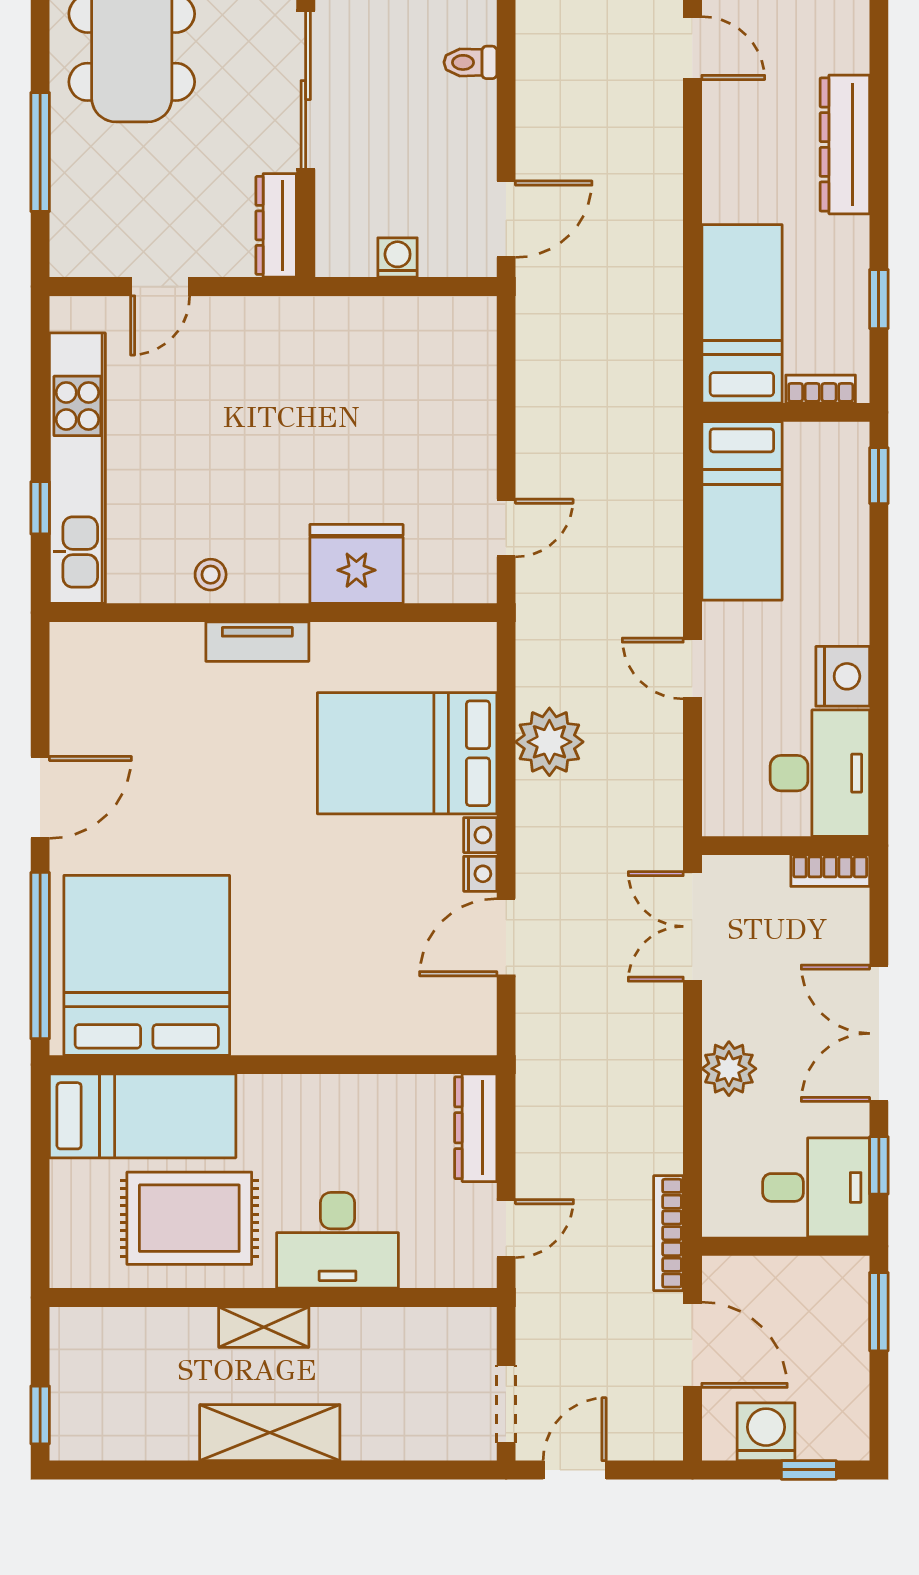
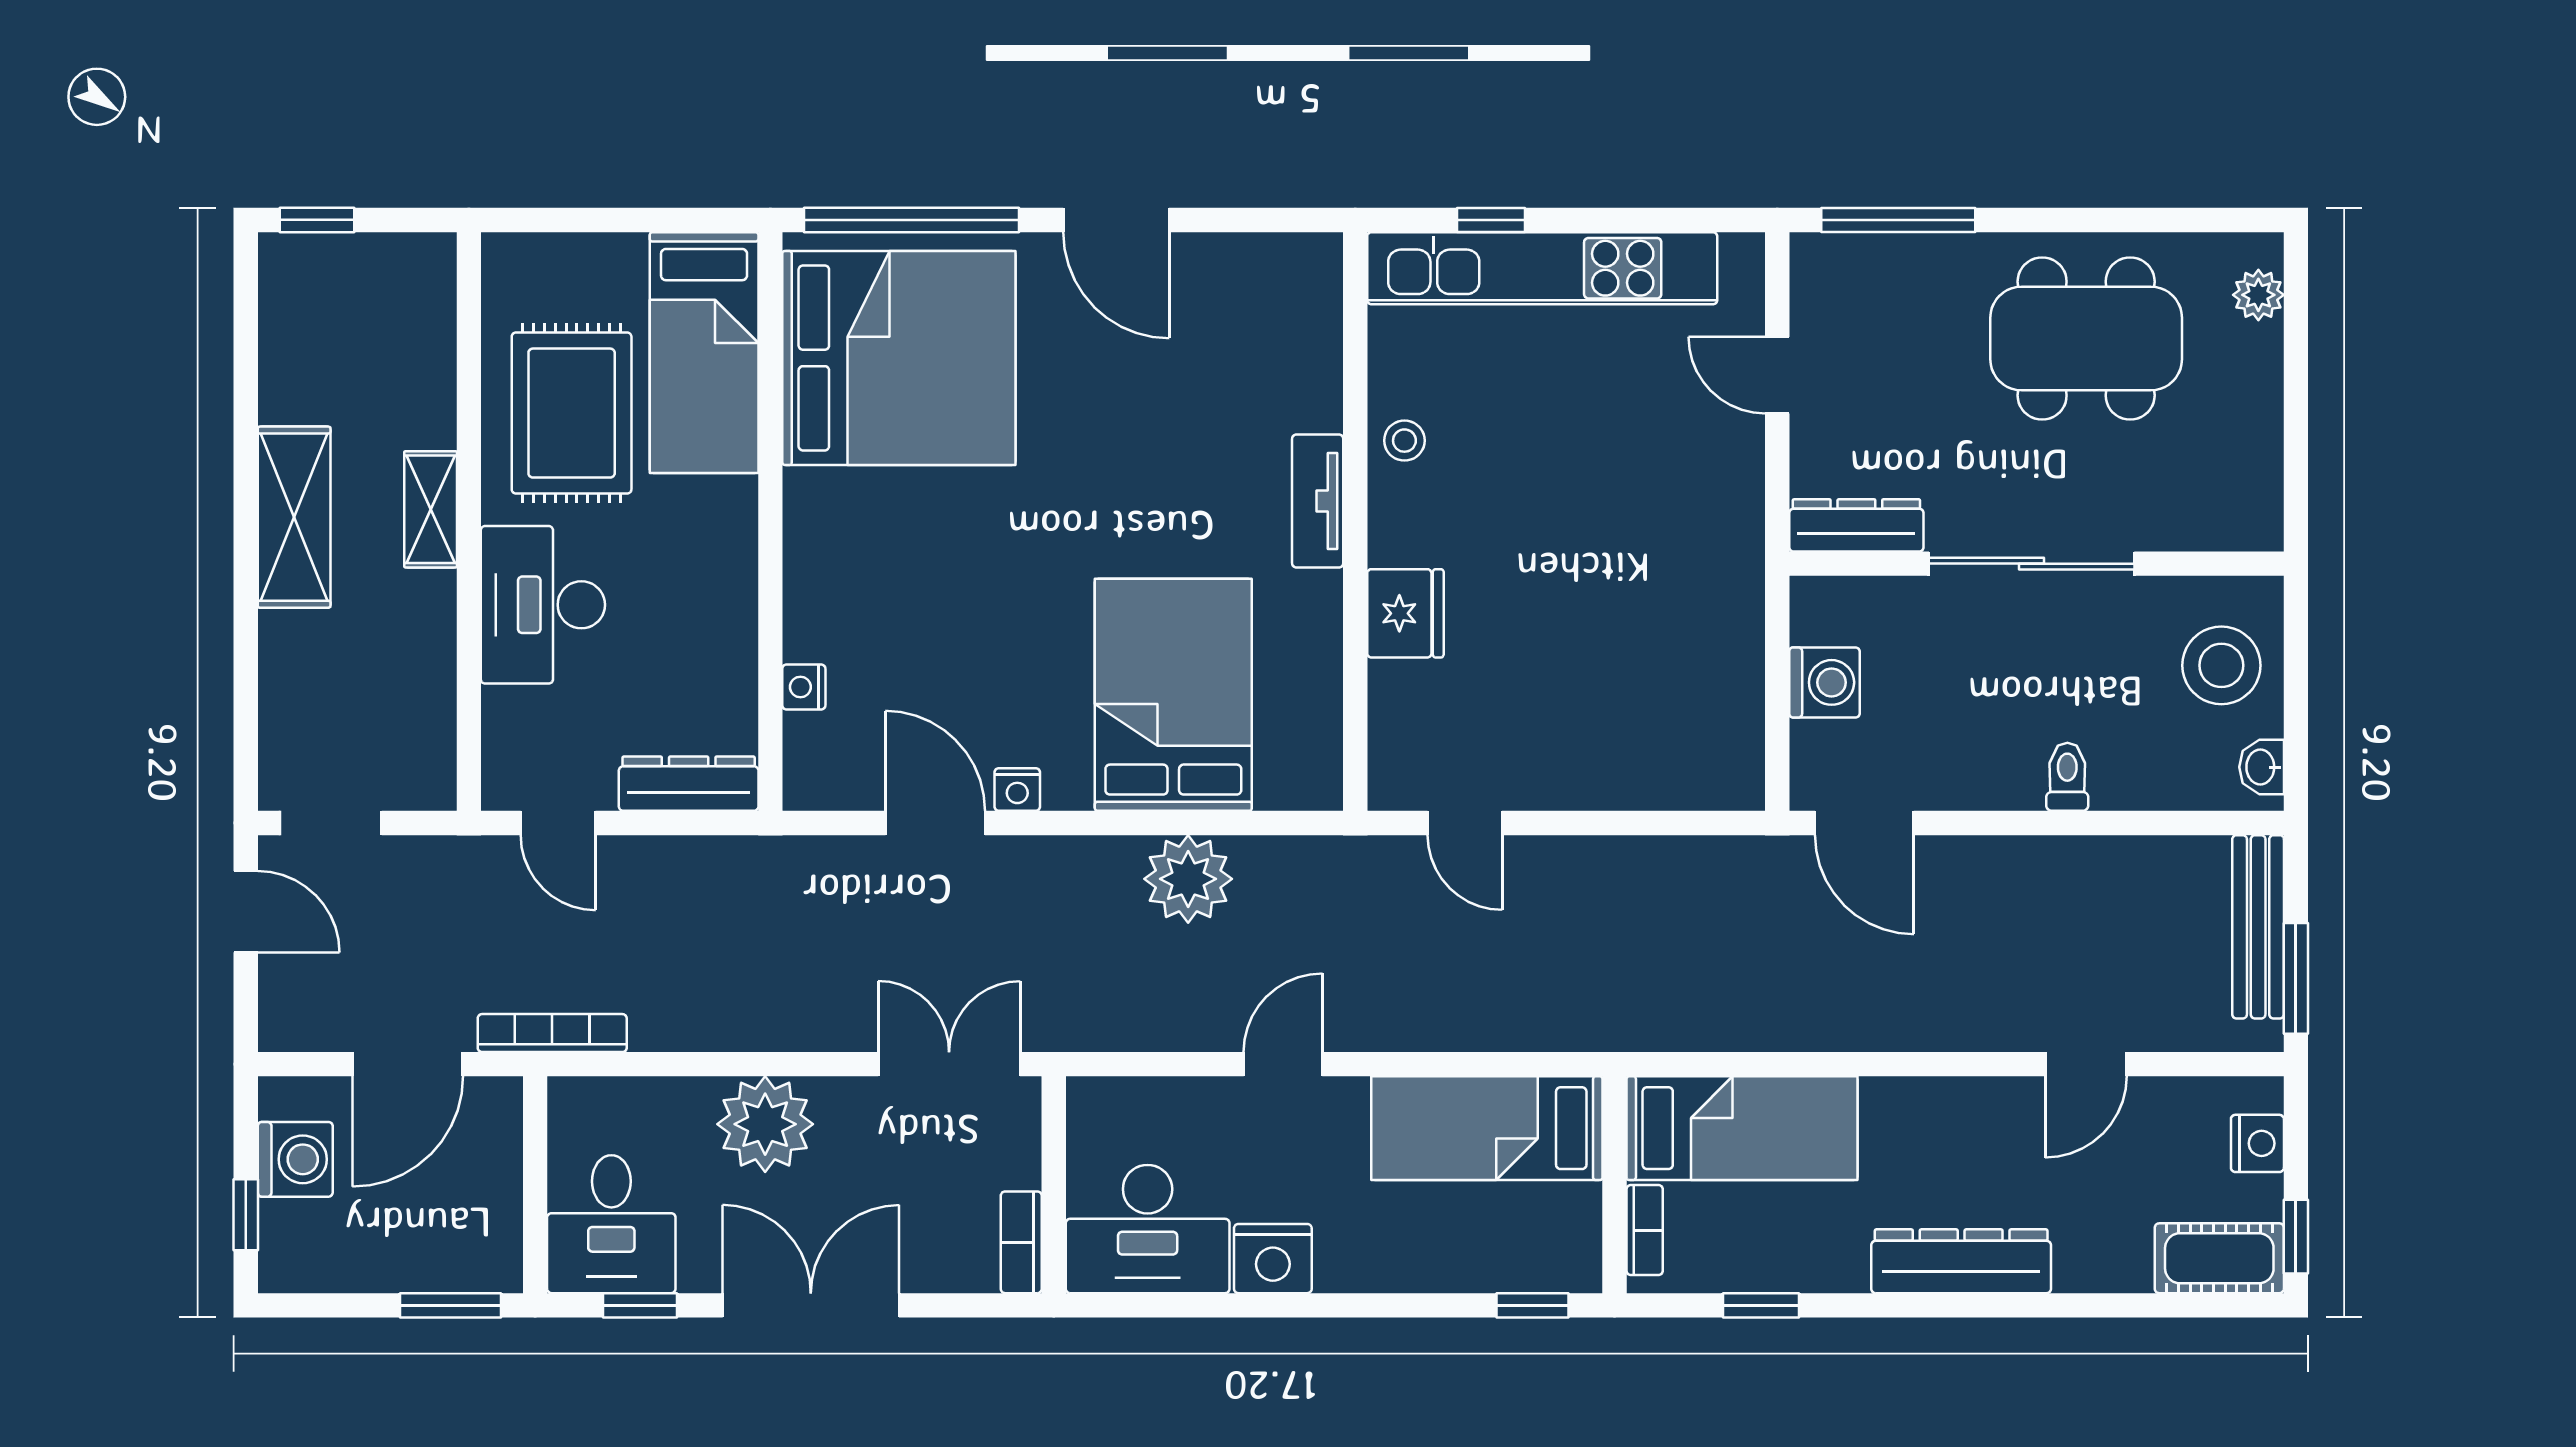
window: (40, 152) -> (1898, 220), moved
washing machine: (398, 257) -> (1825, 682), width x1.38, depth x1.38
fridge: (356, 564) -> (1405, 613), width x0.73, depth x0.75
nightstand: (480, 835) -> (804, 687), moved, turned 90
plant: (729, 1069) -> (765, 1124), width x1.36, depth x1.36

